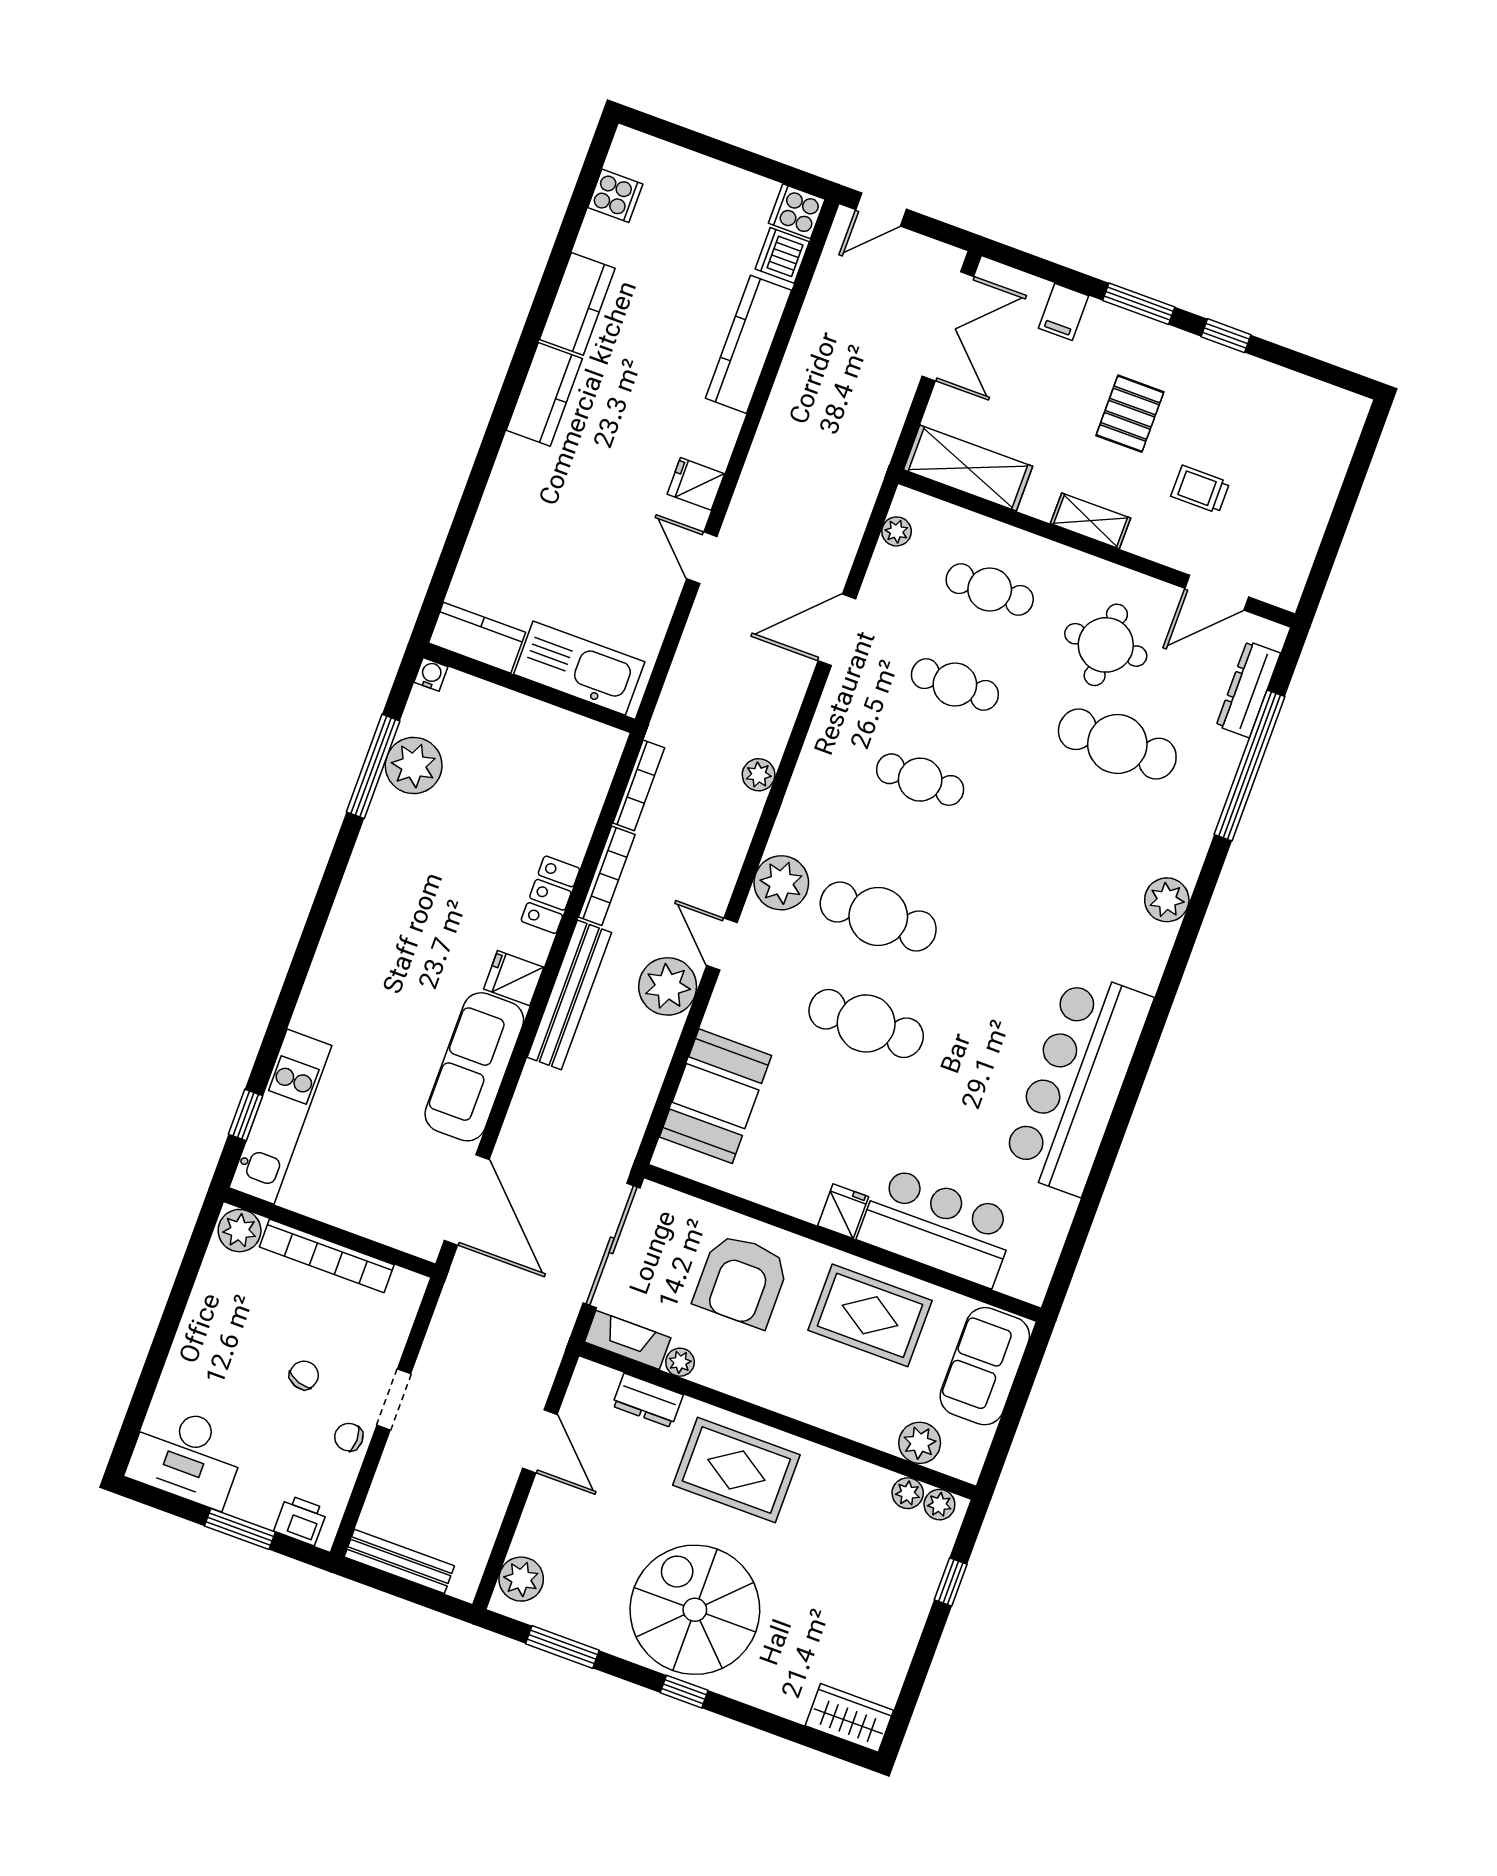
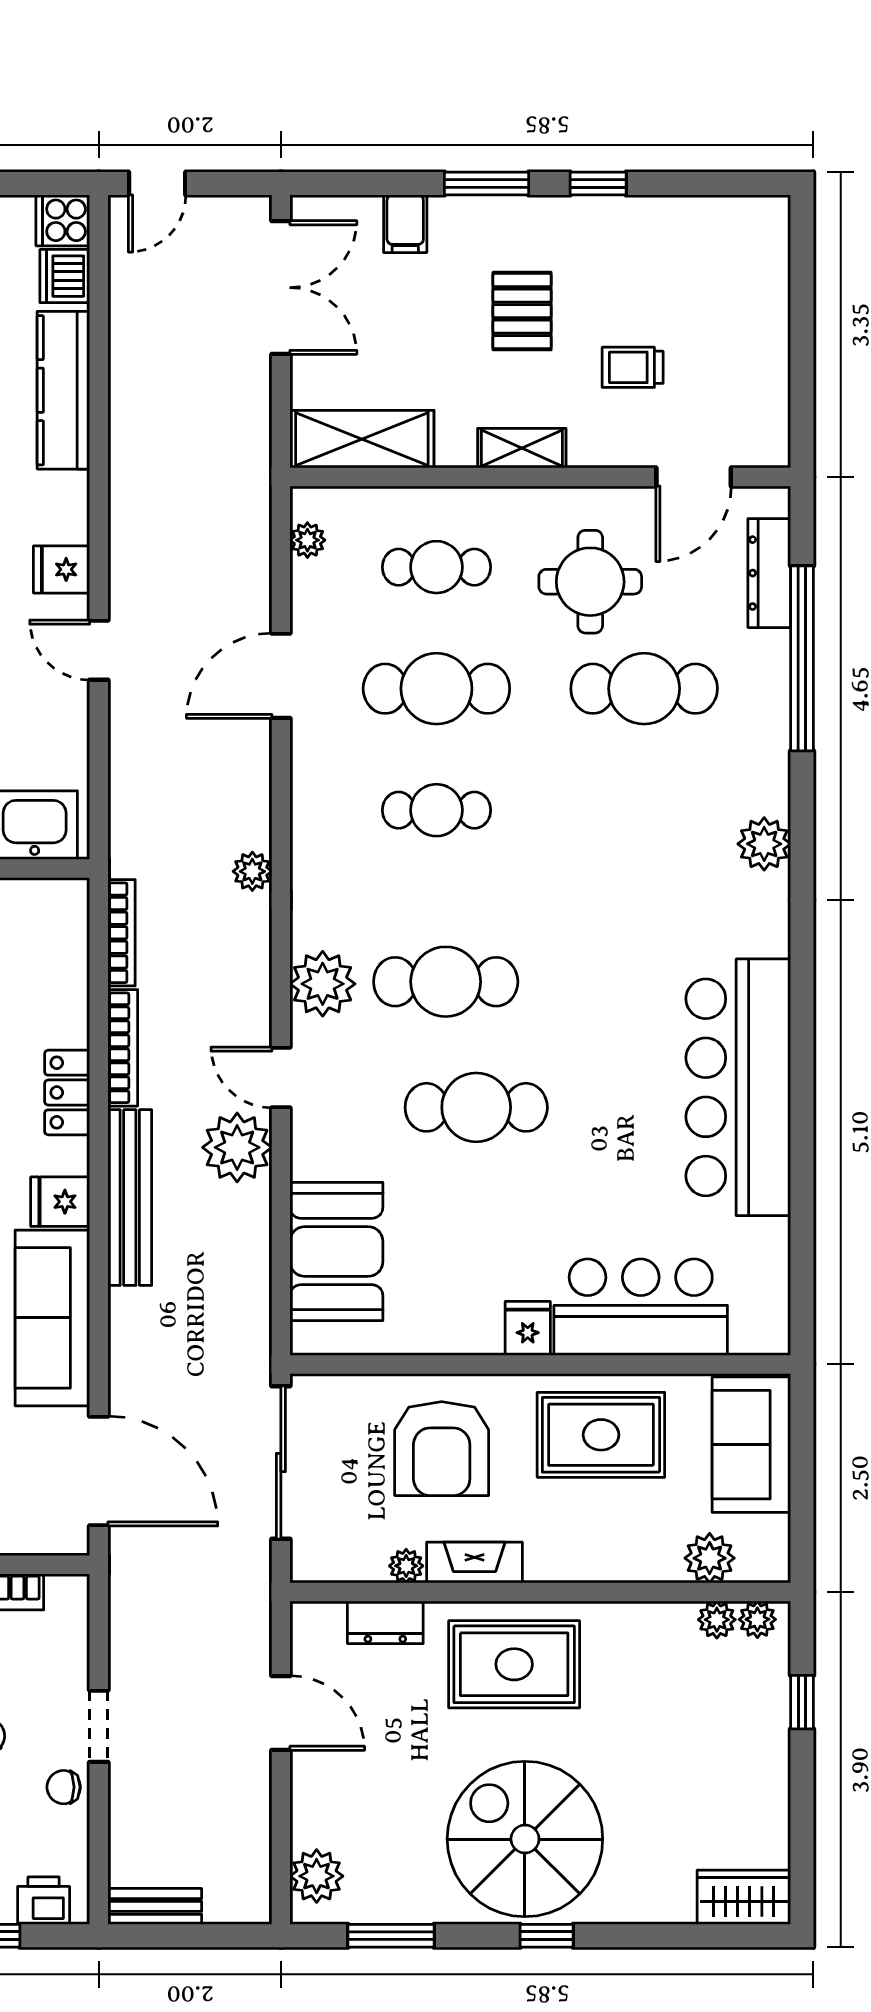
cafe table: (955, 685) -> (436, 689), width x1.37, depth x1.35
fireplace: (628, 1340) -> (475, 1563), moved
bench: (399, 1561) -> (155, 1906), width x0.73

